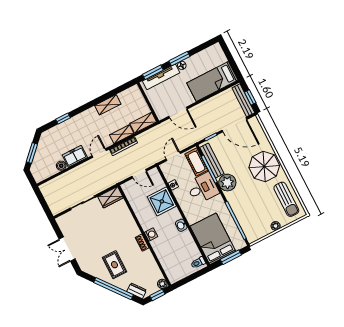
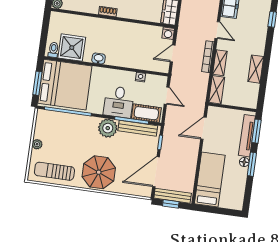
shower: (162, 201) -> (72, 48), moved
washing machine: (151, 235) -> (168, 33), moved
bed: (213, 239) -> (65, 85), width x1.36

